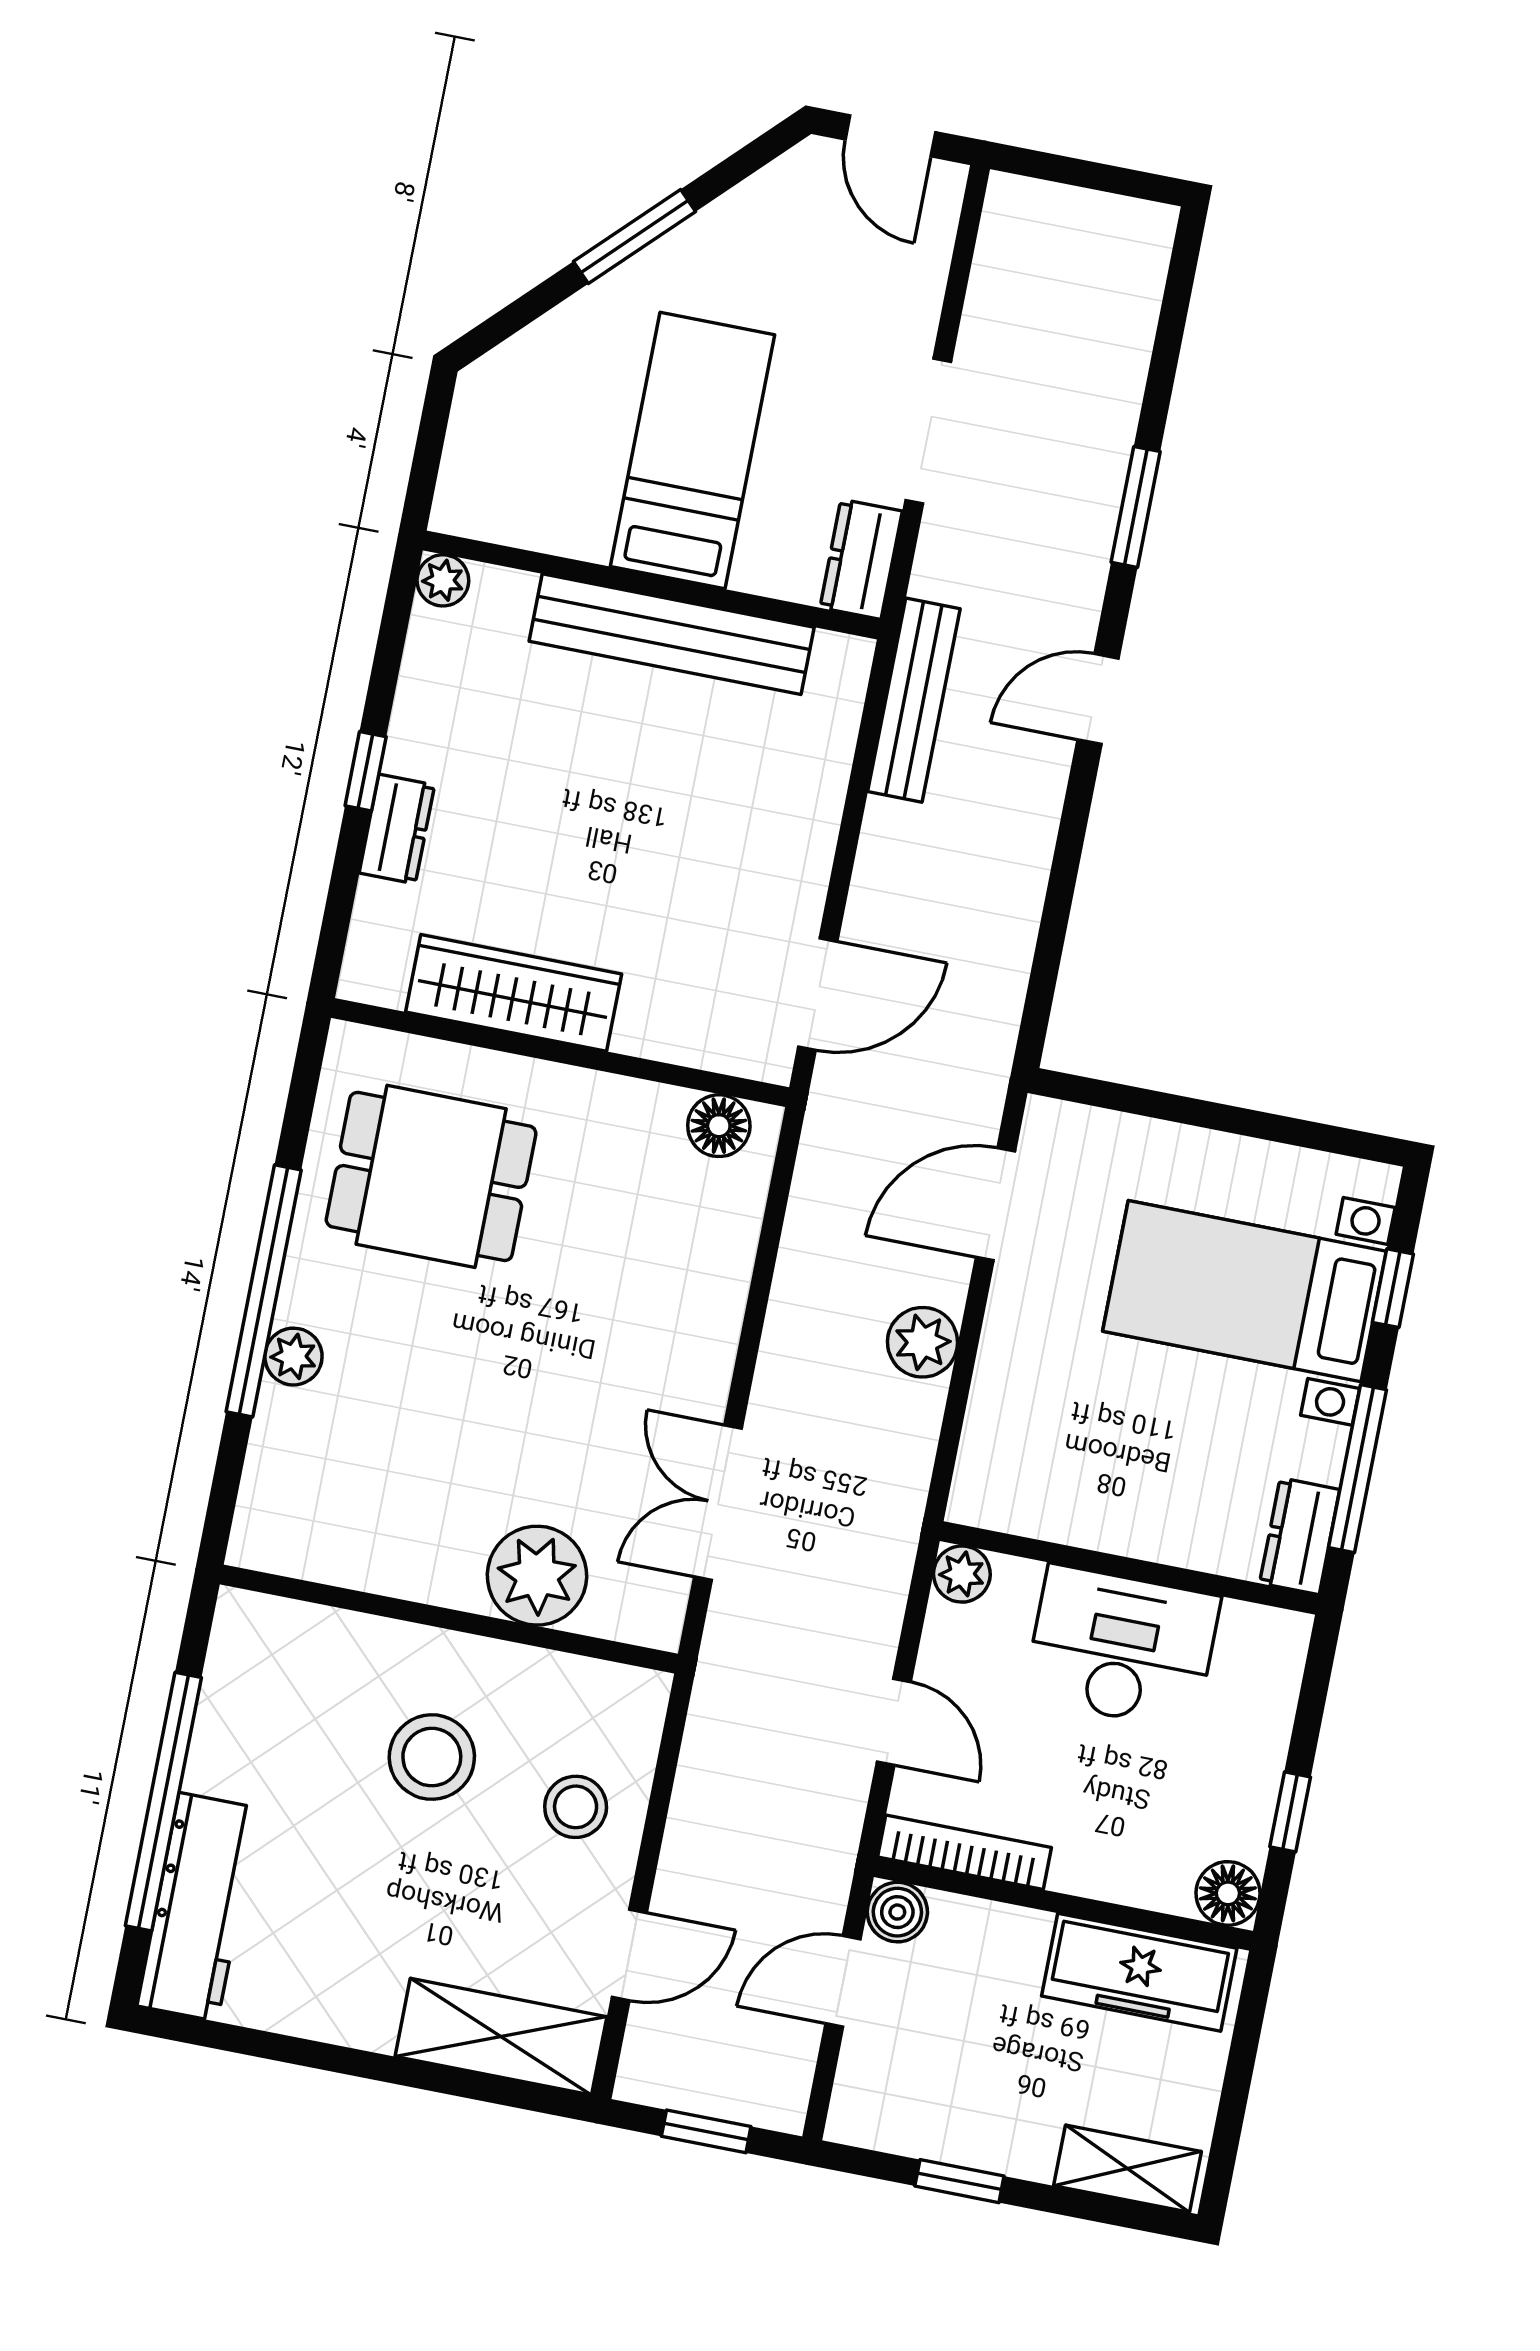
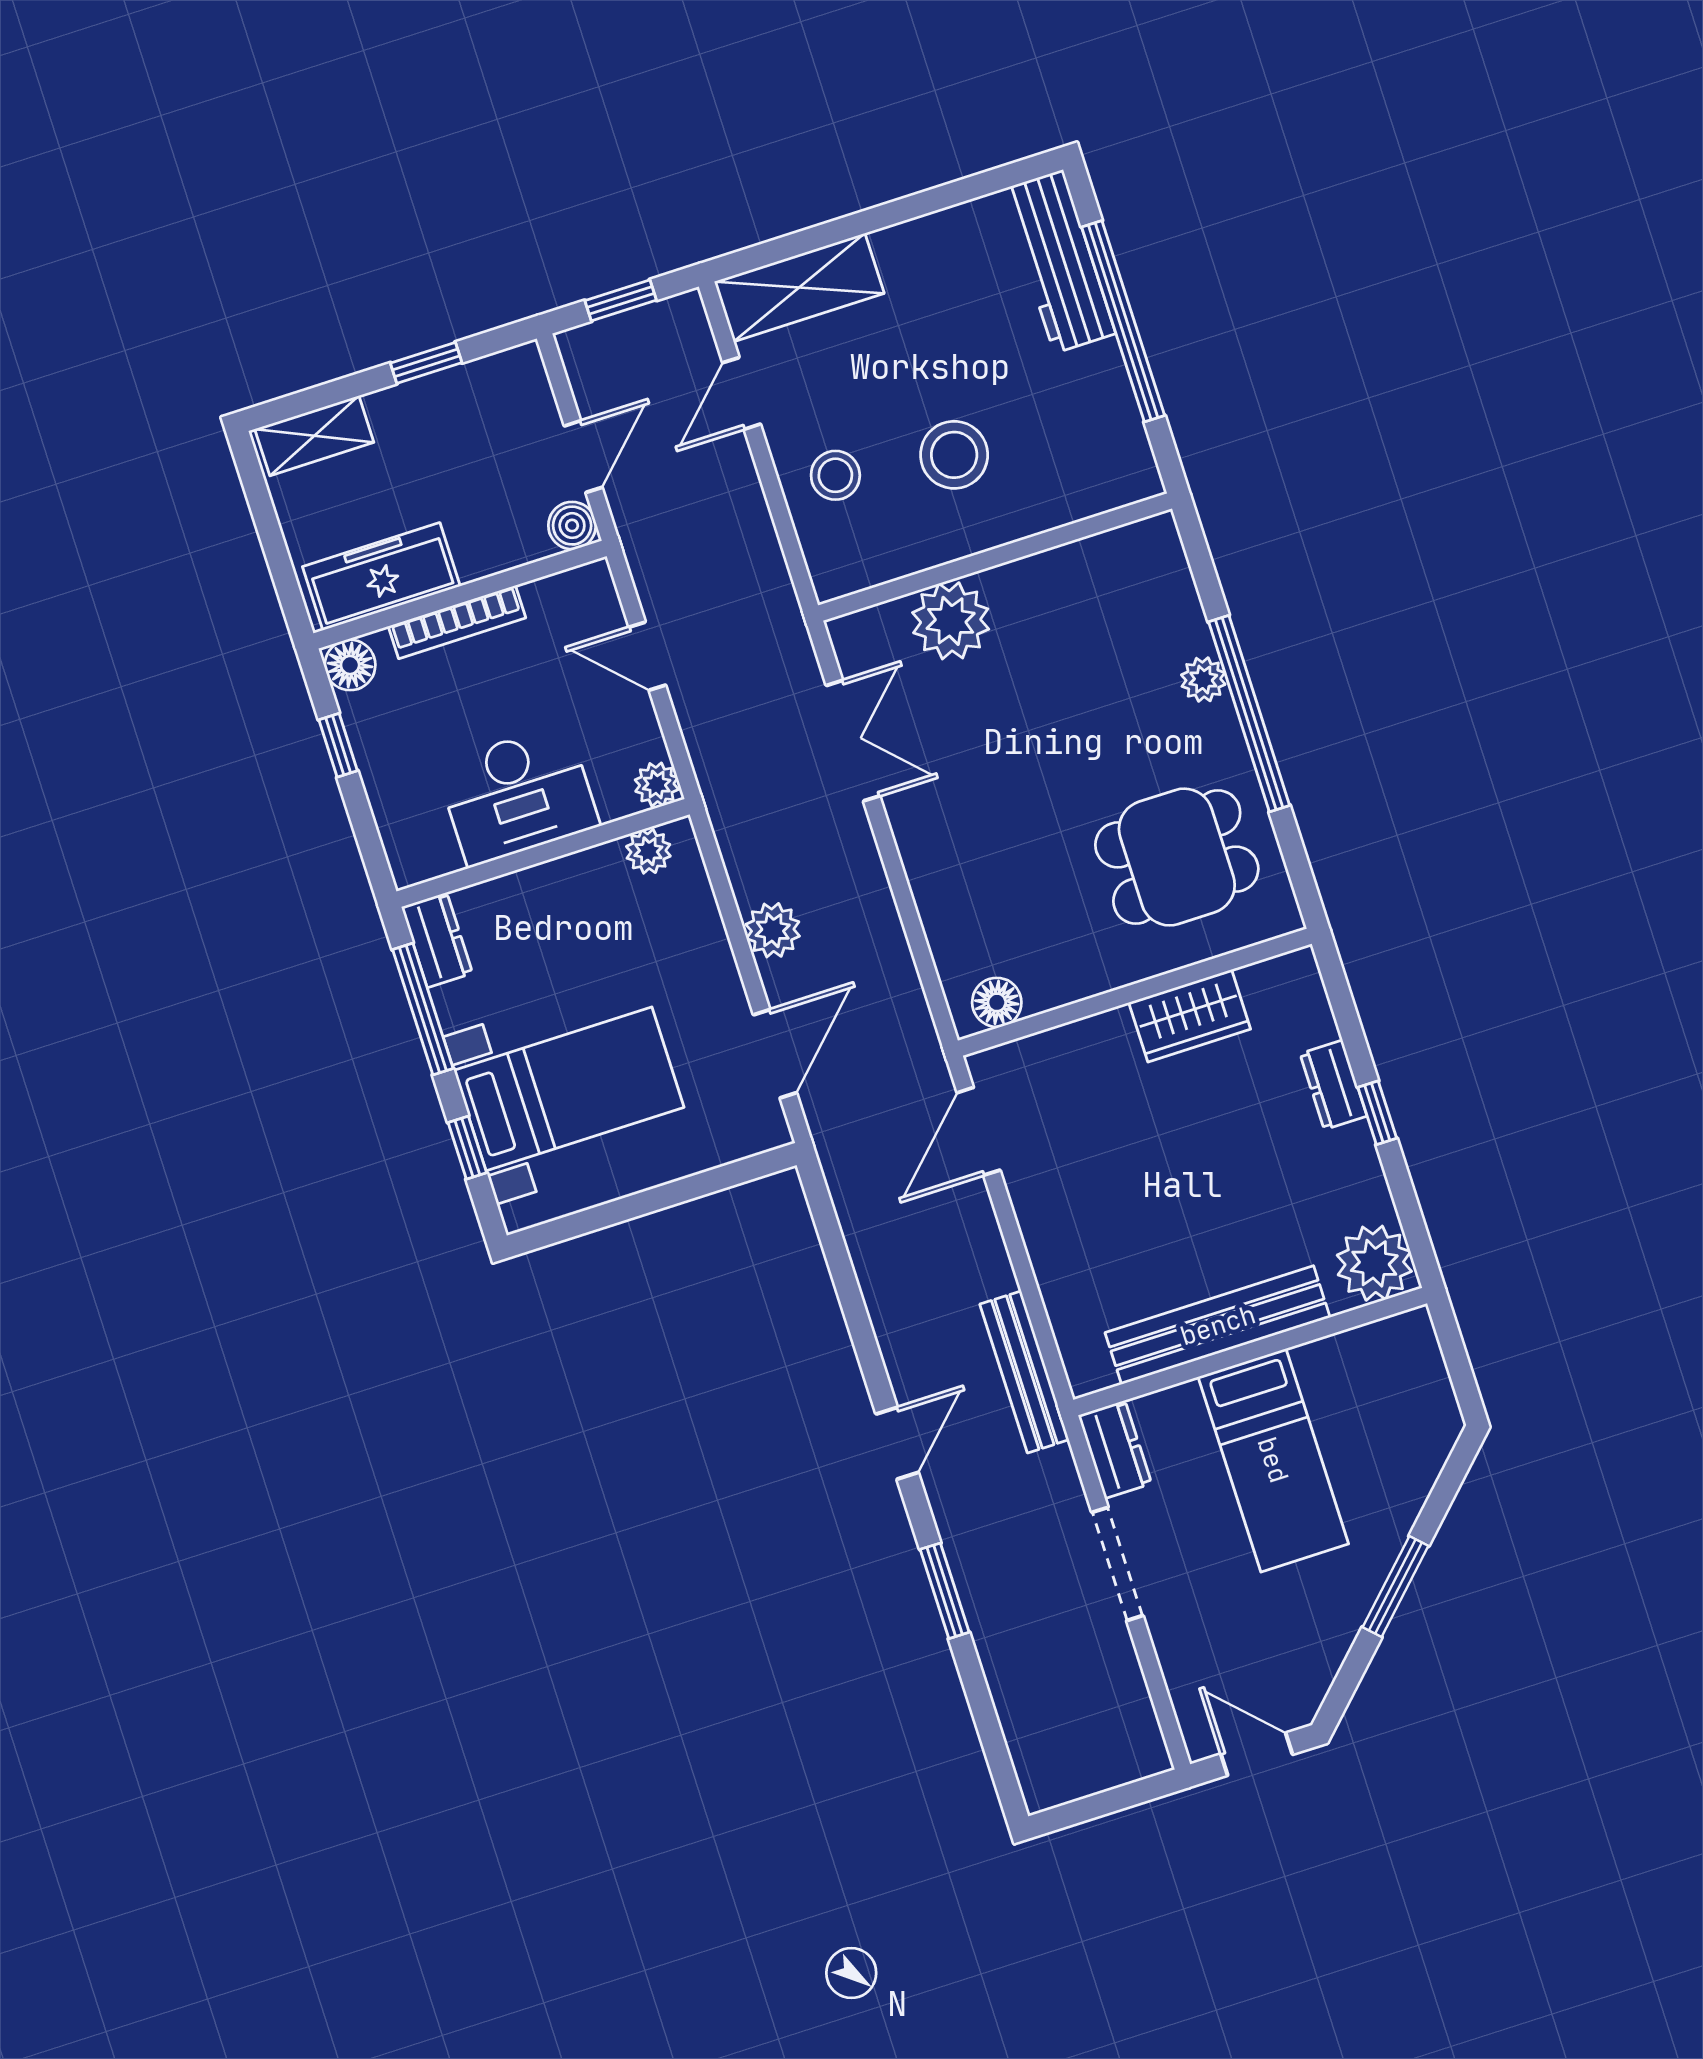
plant: (443, 580) -> (1374, 1263), width x1.88, depth x1.88
wardrobe: (514, 993) -> (1190, 1016), width x0.67
plant: (1012, 1505) -> (648, 851), added
bookcase: (965, 1852) -> (457, 622), moved

